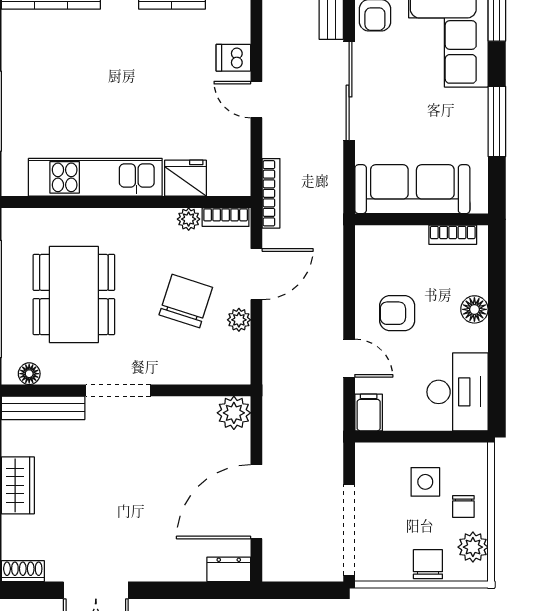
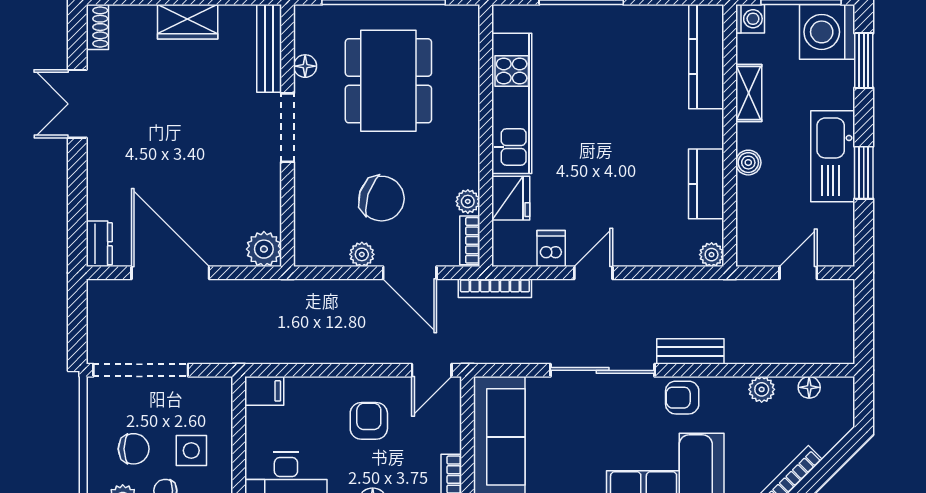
dishwasher: (233, 58) -> (551, 249), moved
dining table: (74, 295) -> (388, 81), turned 90
door: (349, 358) -> (432, 370), moved
floor lamp: (29, 374) -> (305, 66), moved
chair: (428, 564) -> (134, 449), moved

